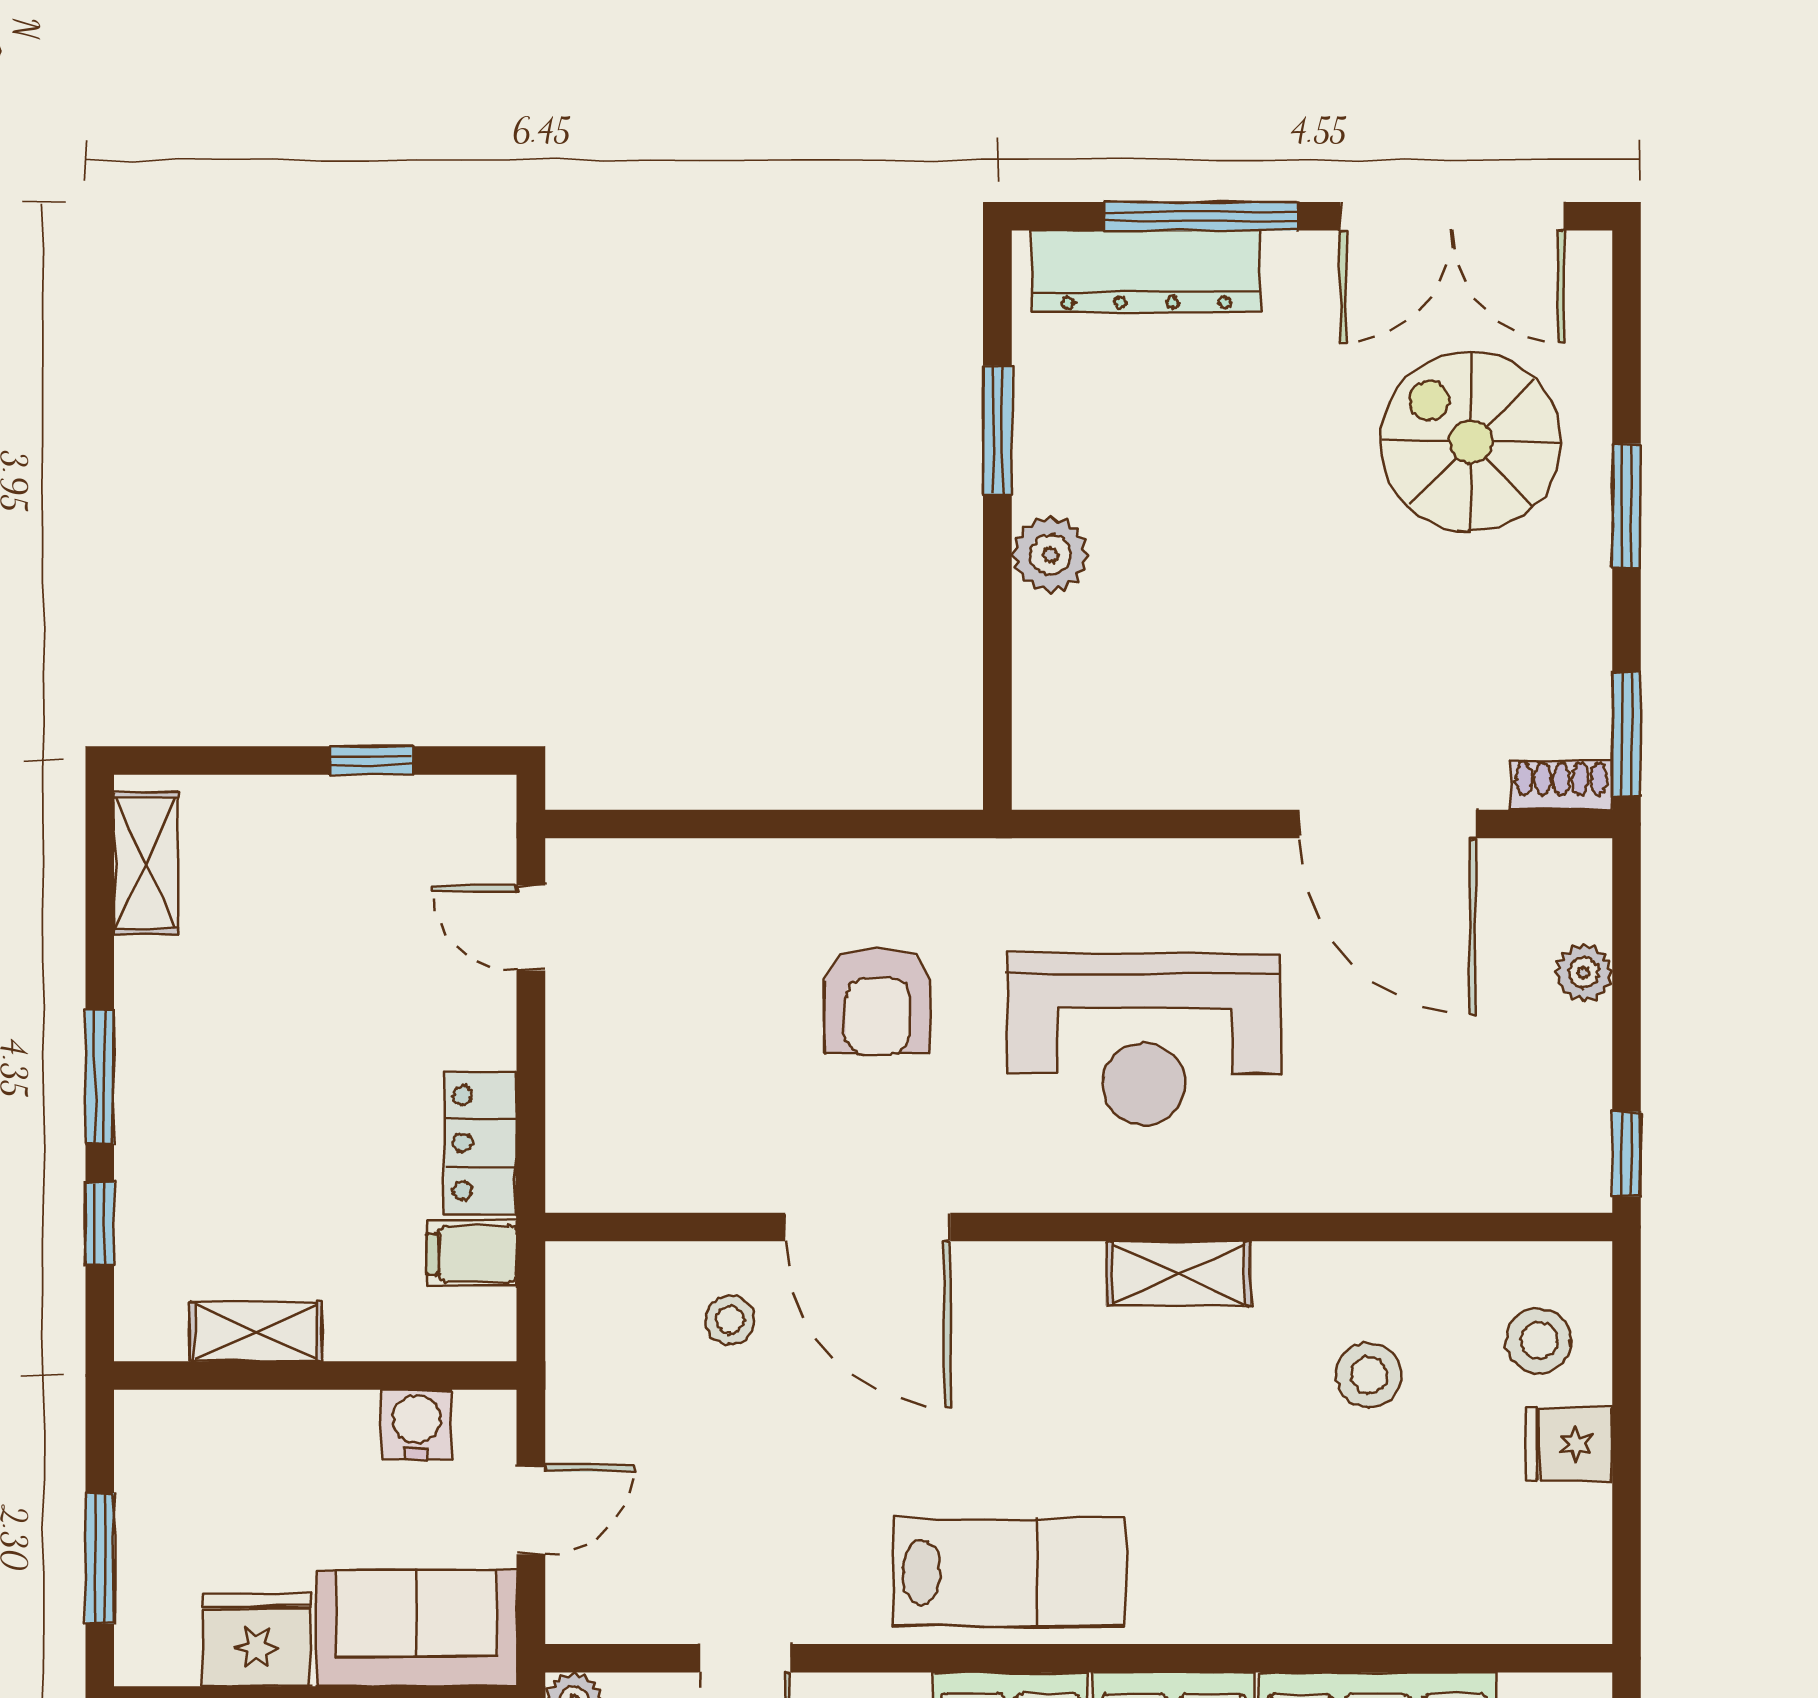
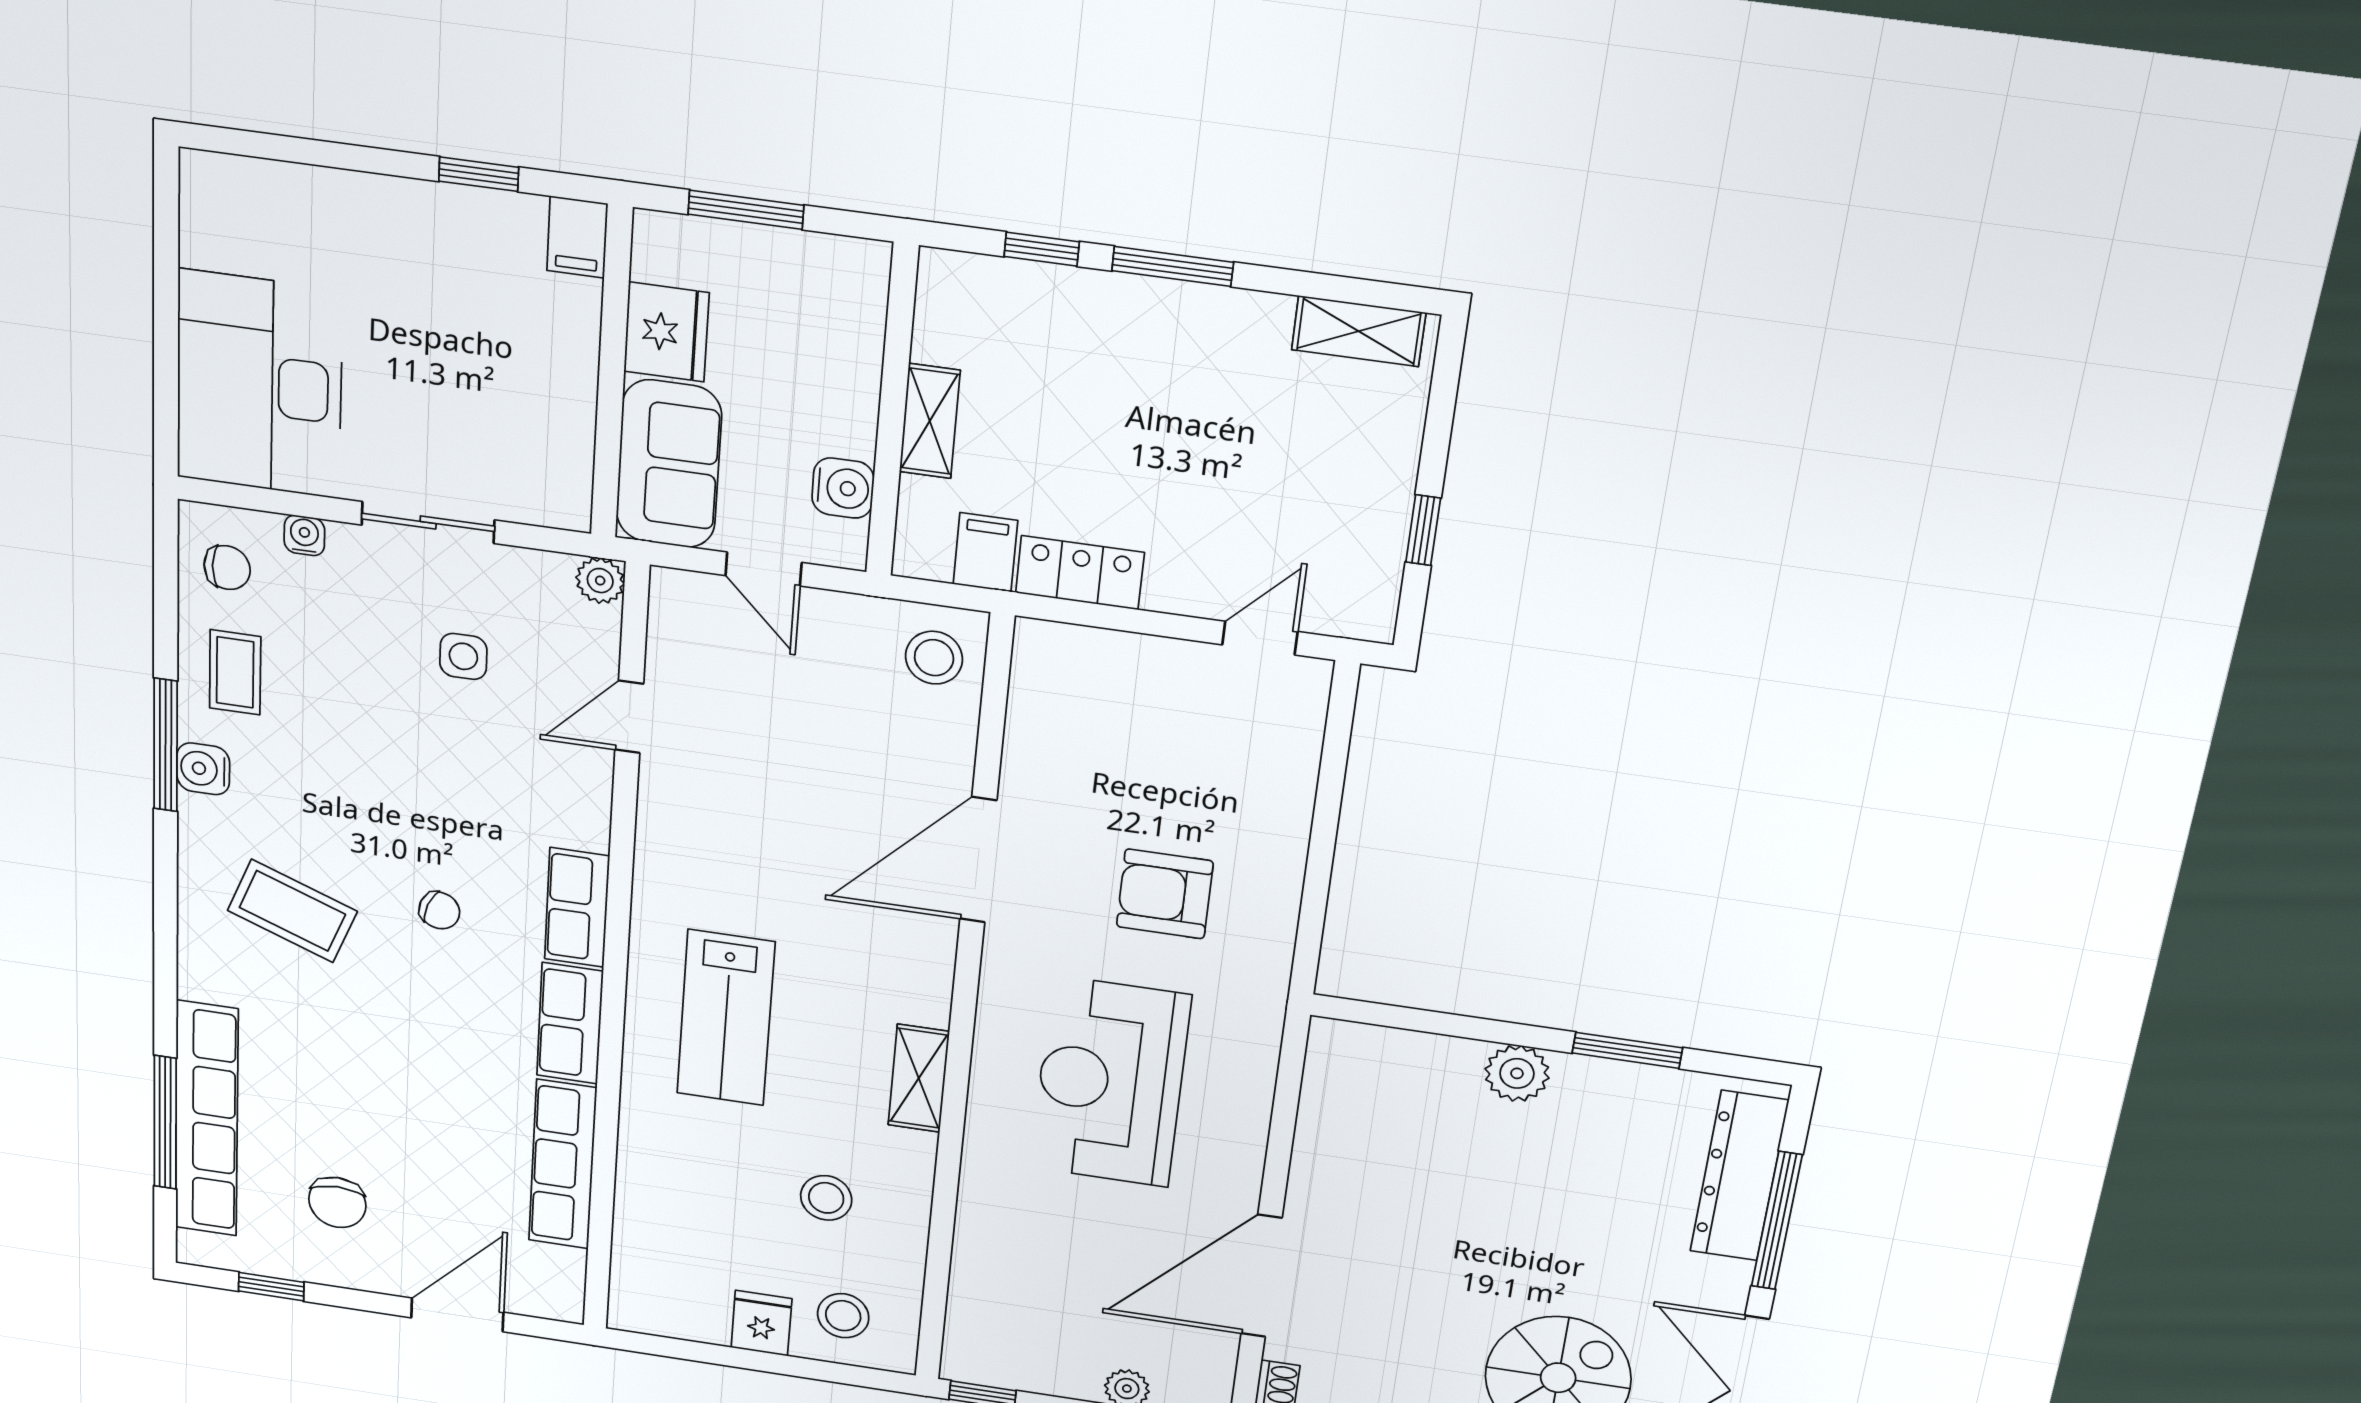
stool: (730, 1320) -> (934, 658), moved, width x1.37, depth x1.37
shelving: (256, 1332) -> (930, 421), moved
lab bench: (1009, 1572) -> (726, 1018), moved

